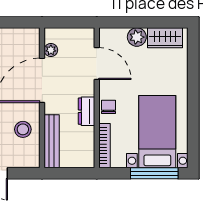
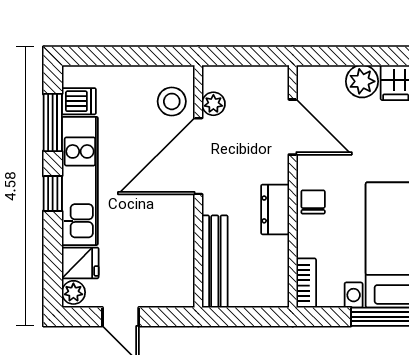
stool: (23, 129) -> (172, 101), moved
bookcase: (105, 146) -> (306, 283), width x0.64

